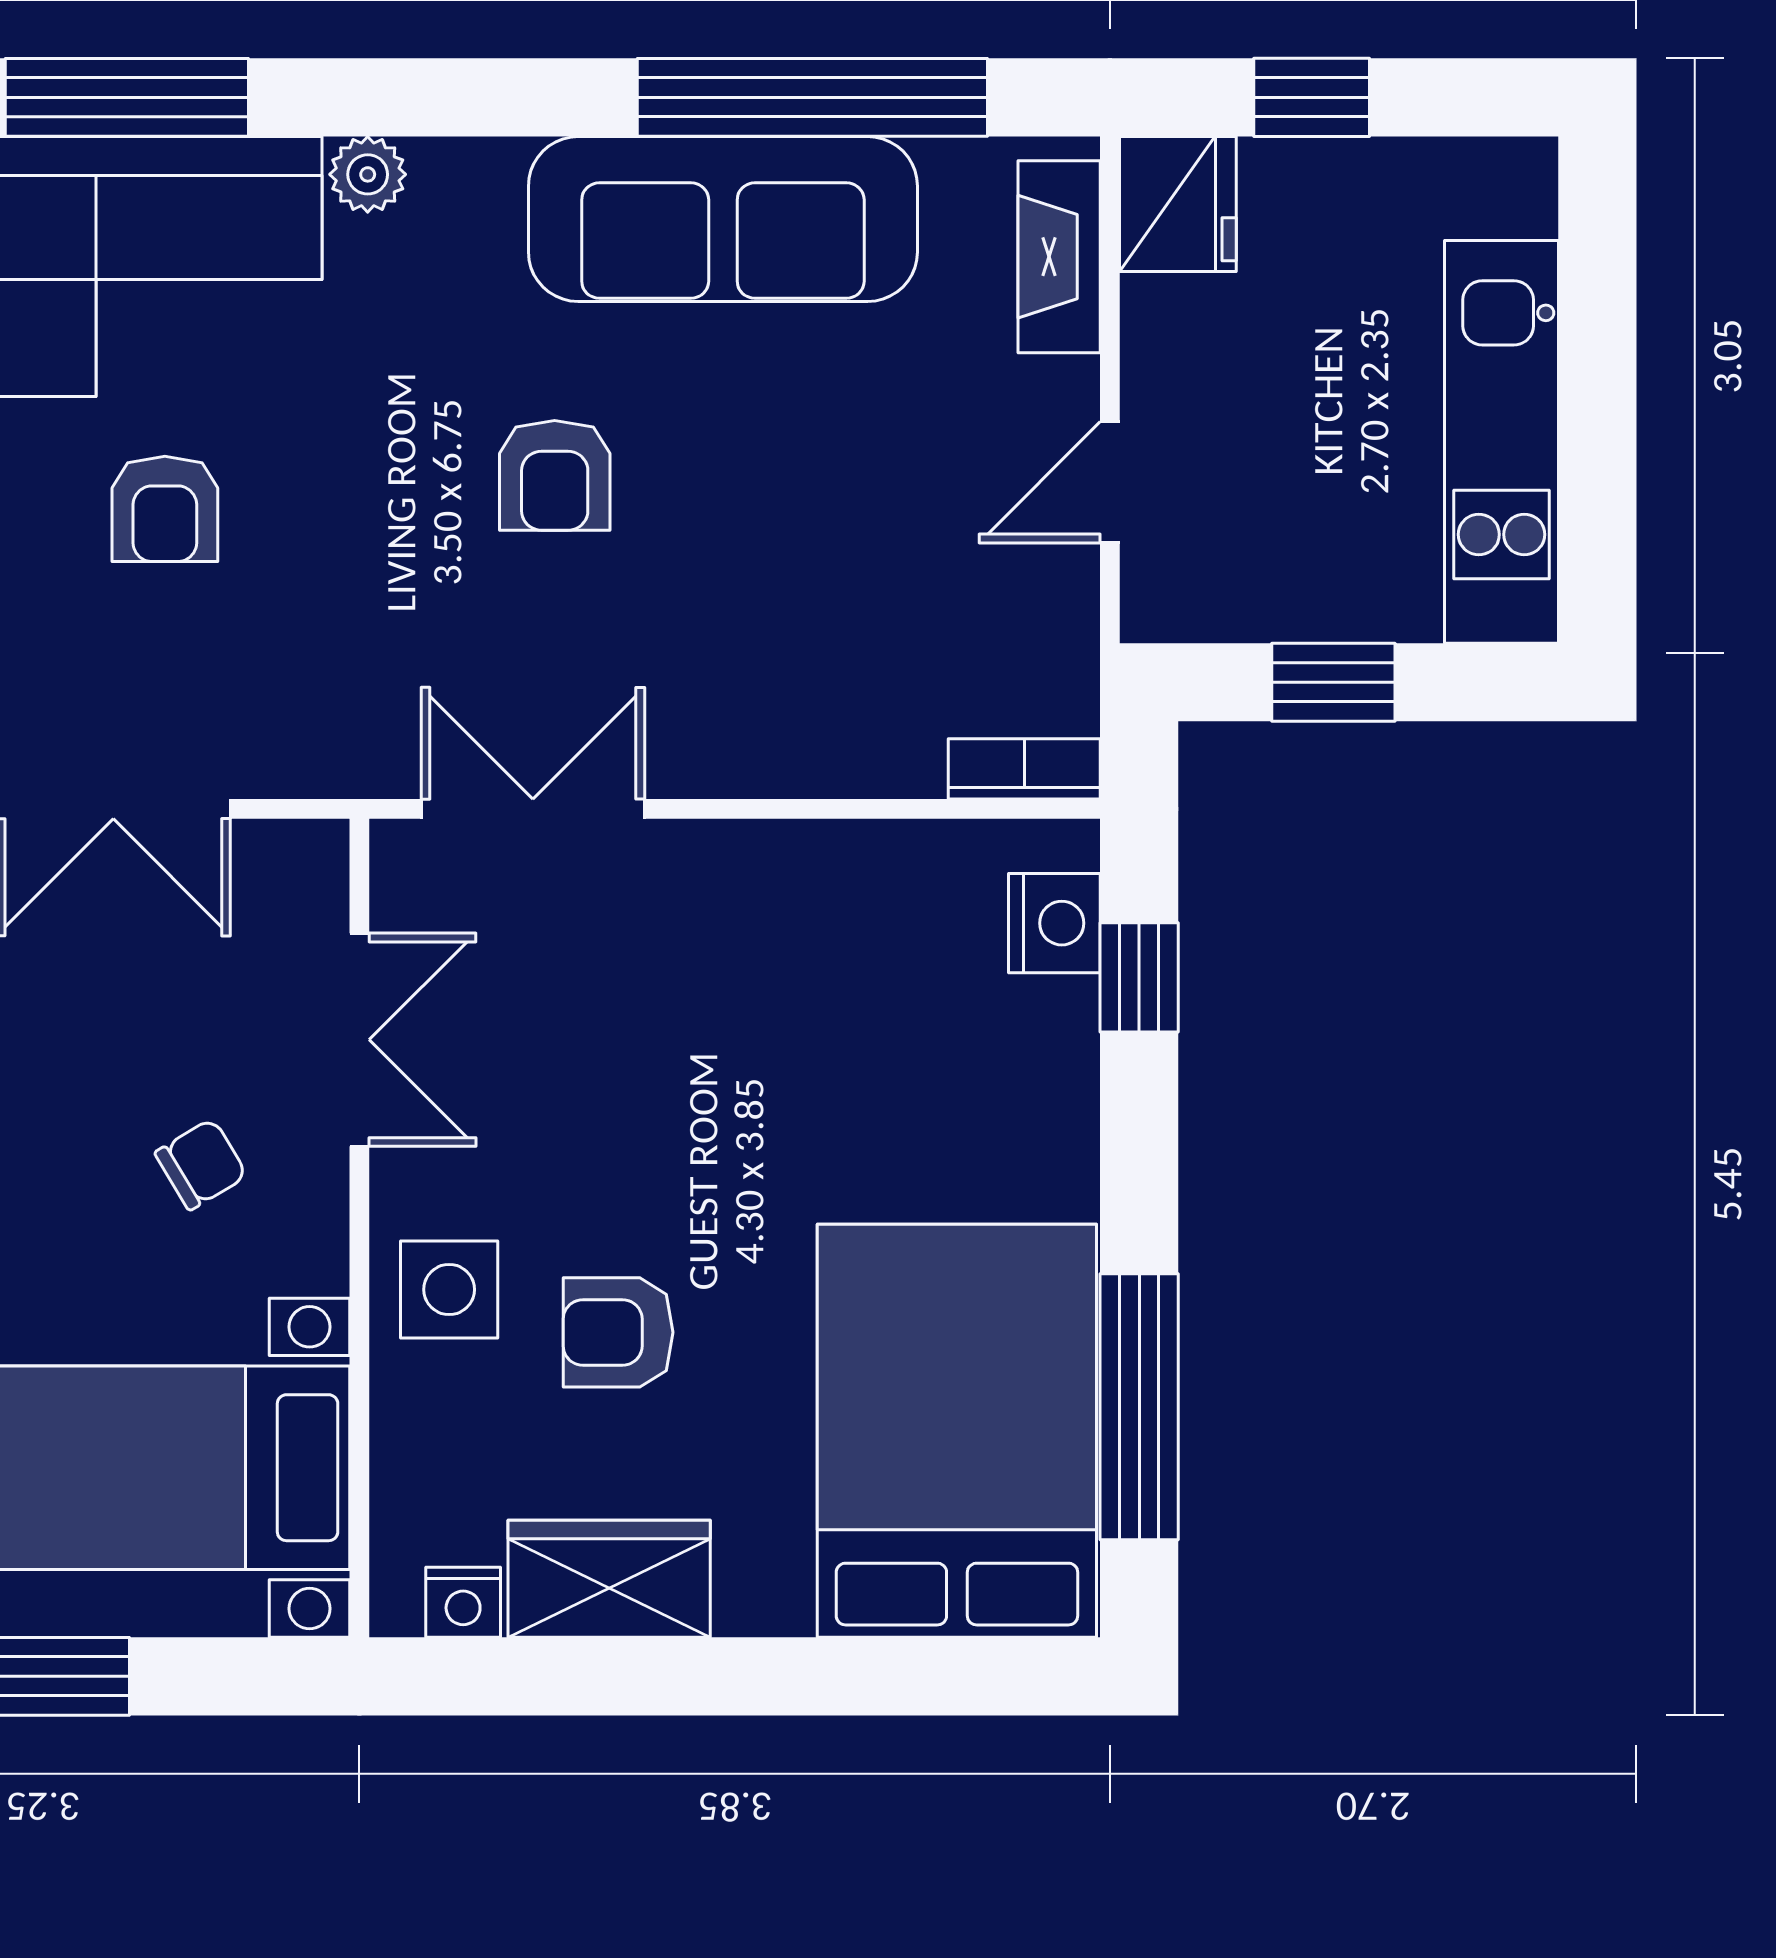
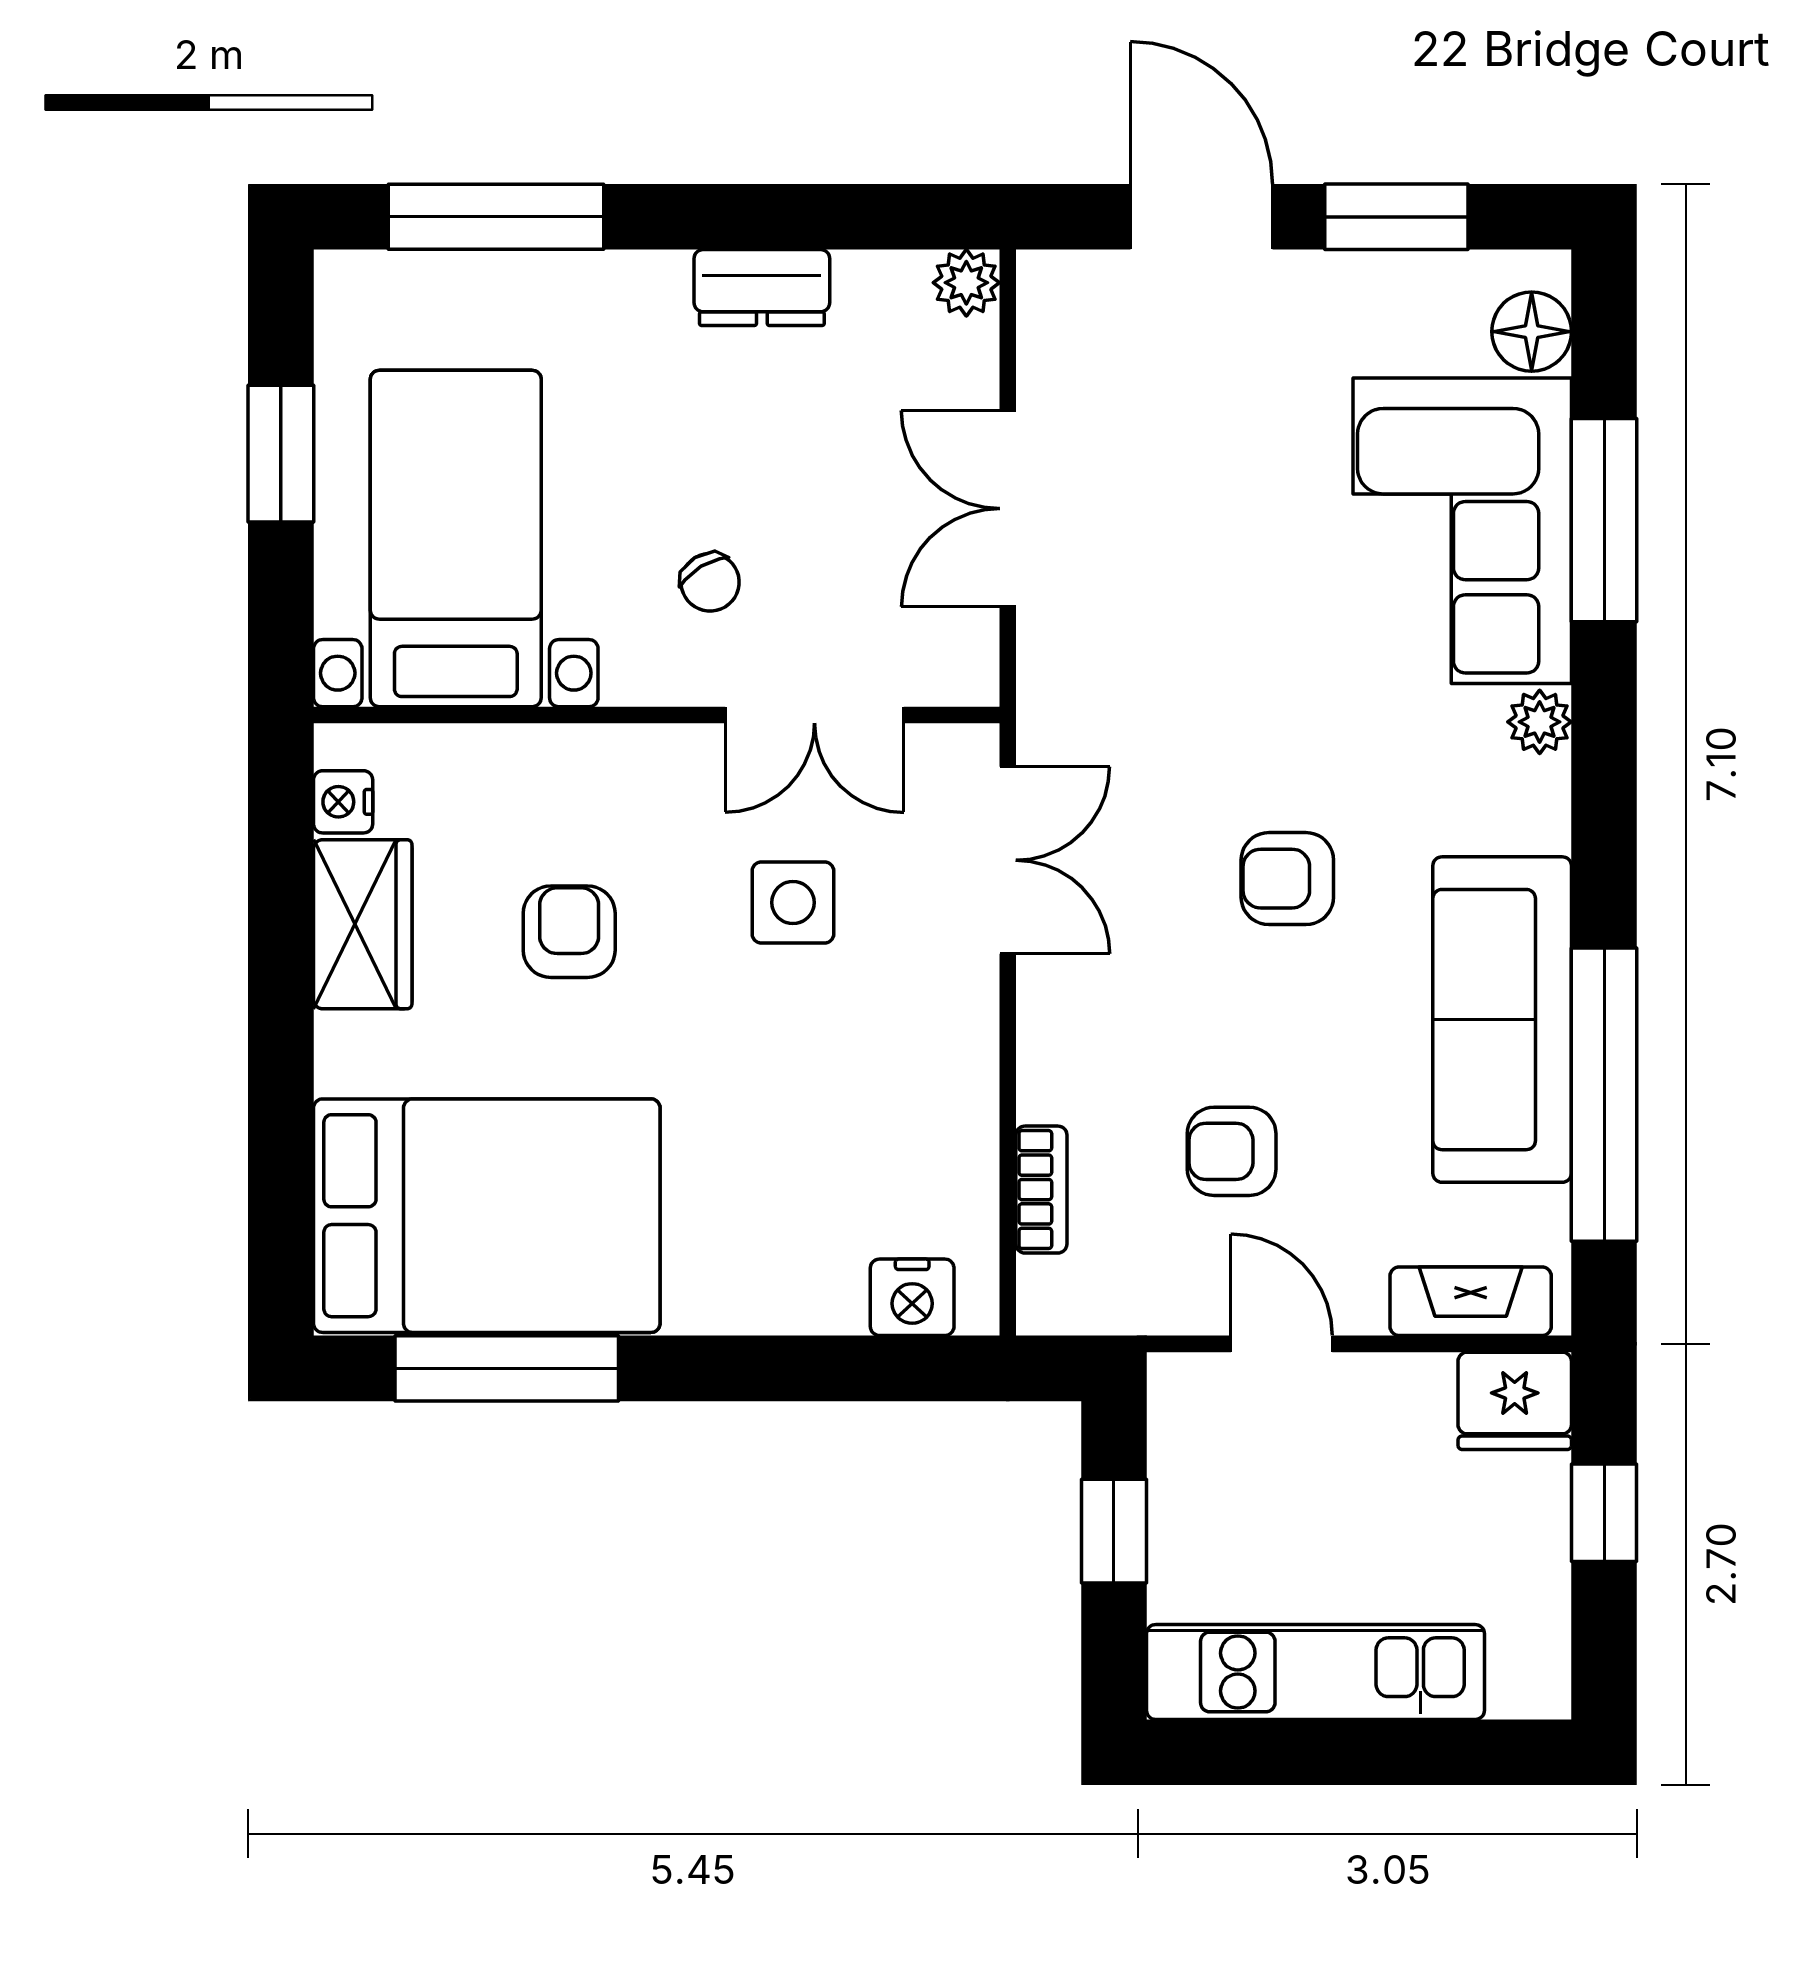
armchair: (165, 509) -> (1232, 1151), moved
bookcase: (1024, 769) -> (1041, 1190), moved
window: (1139, 977) -> (867, 1368), removed
side table: (449, 1290) -> (793, 903), moved

